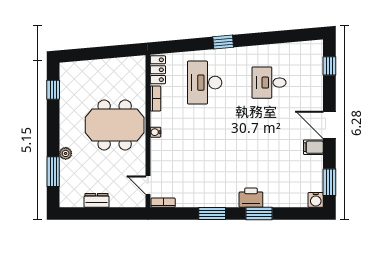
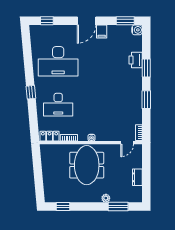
desk: (269, 83) -> (58, 61), width x1.87, depth x1.30
printer: (251, 198) -> (136, 60), moved

